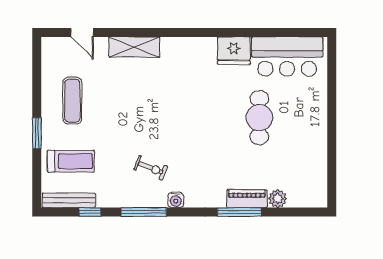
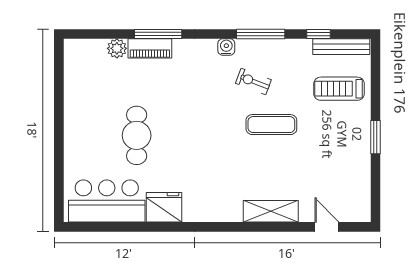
exercise mat: (72, 101) -> (271, 125), moved, turned 90
window: (37, 133) -> (375, 137), moved

